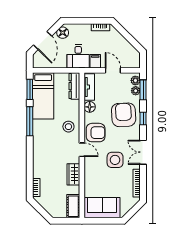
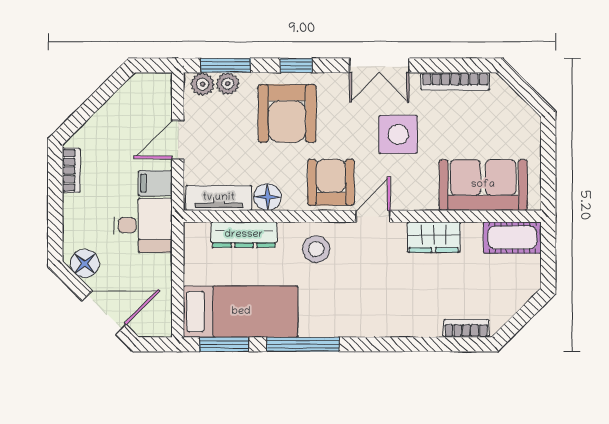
dresser: (74, 86) -> (244, 235), moved
armchair: (124, 115) -> (287, 113), turned -87
sofa: (102, 208) -> (483, 185), moved, turned 90

